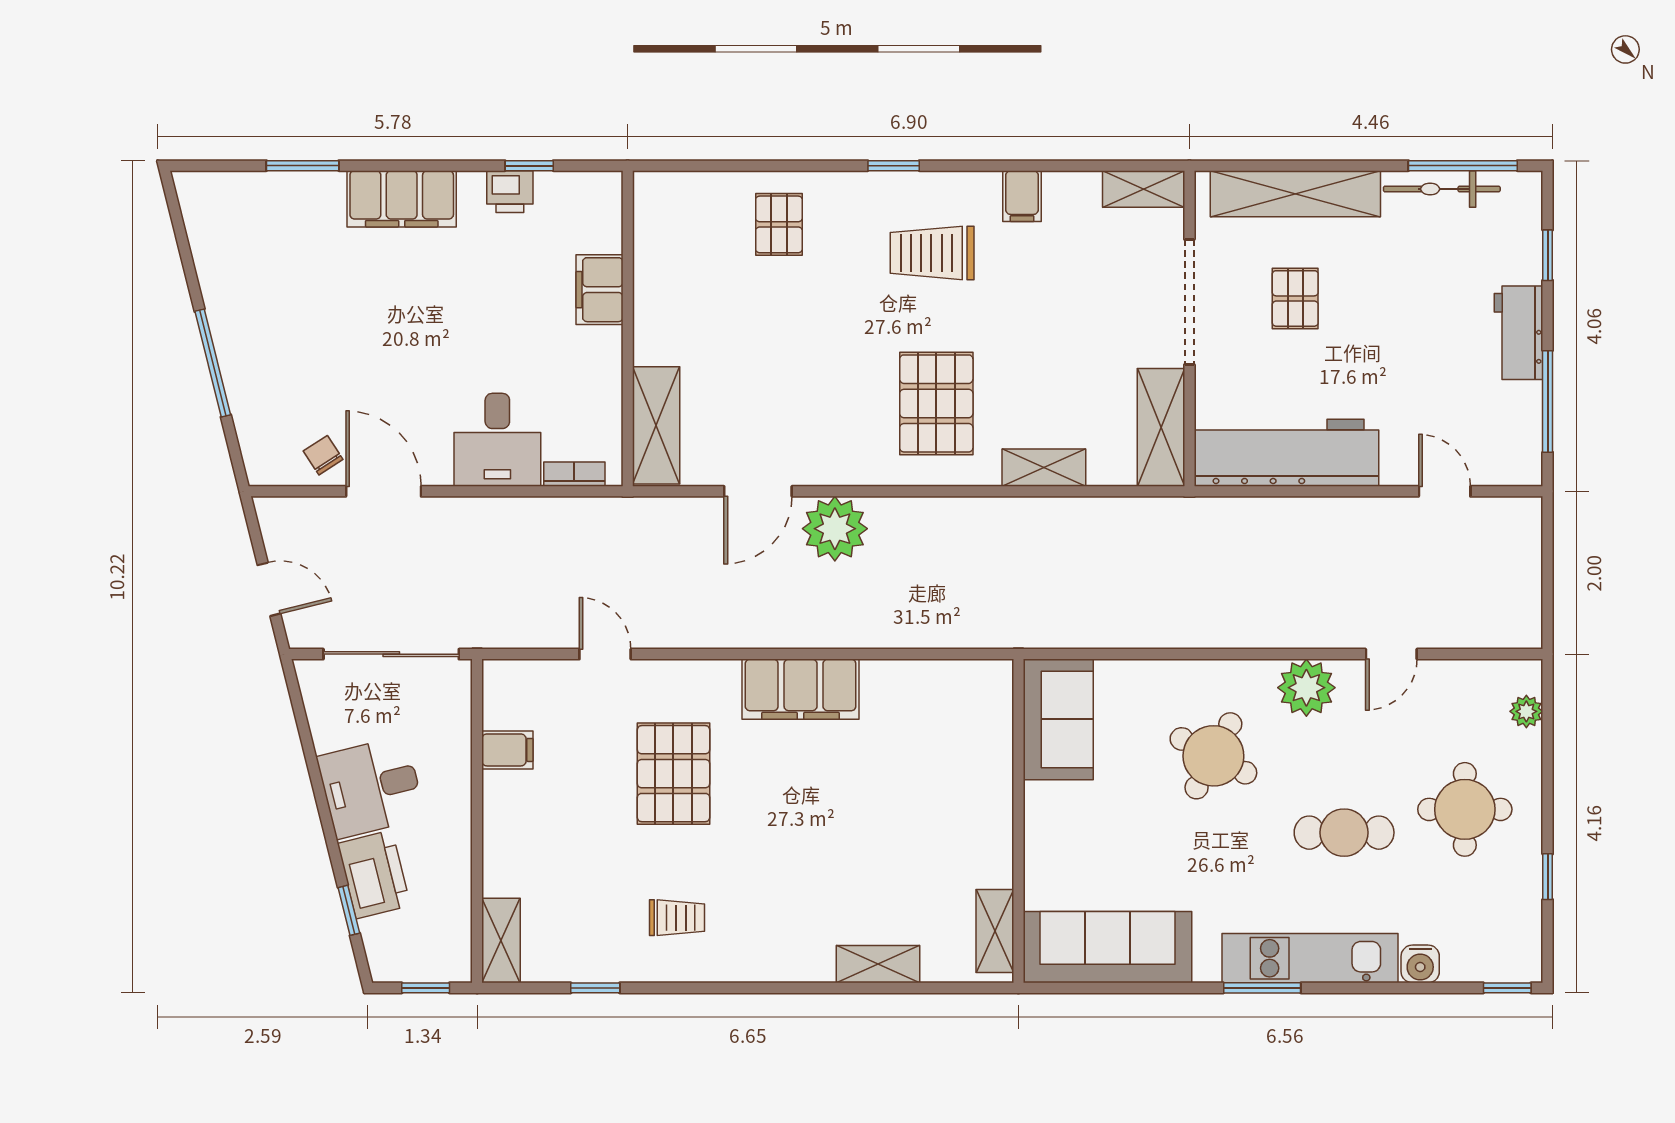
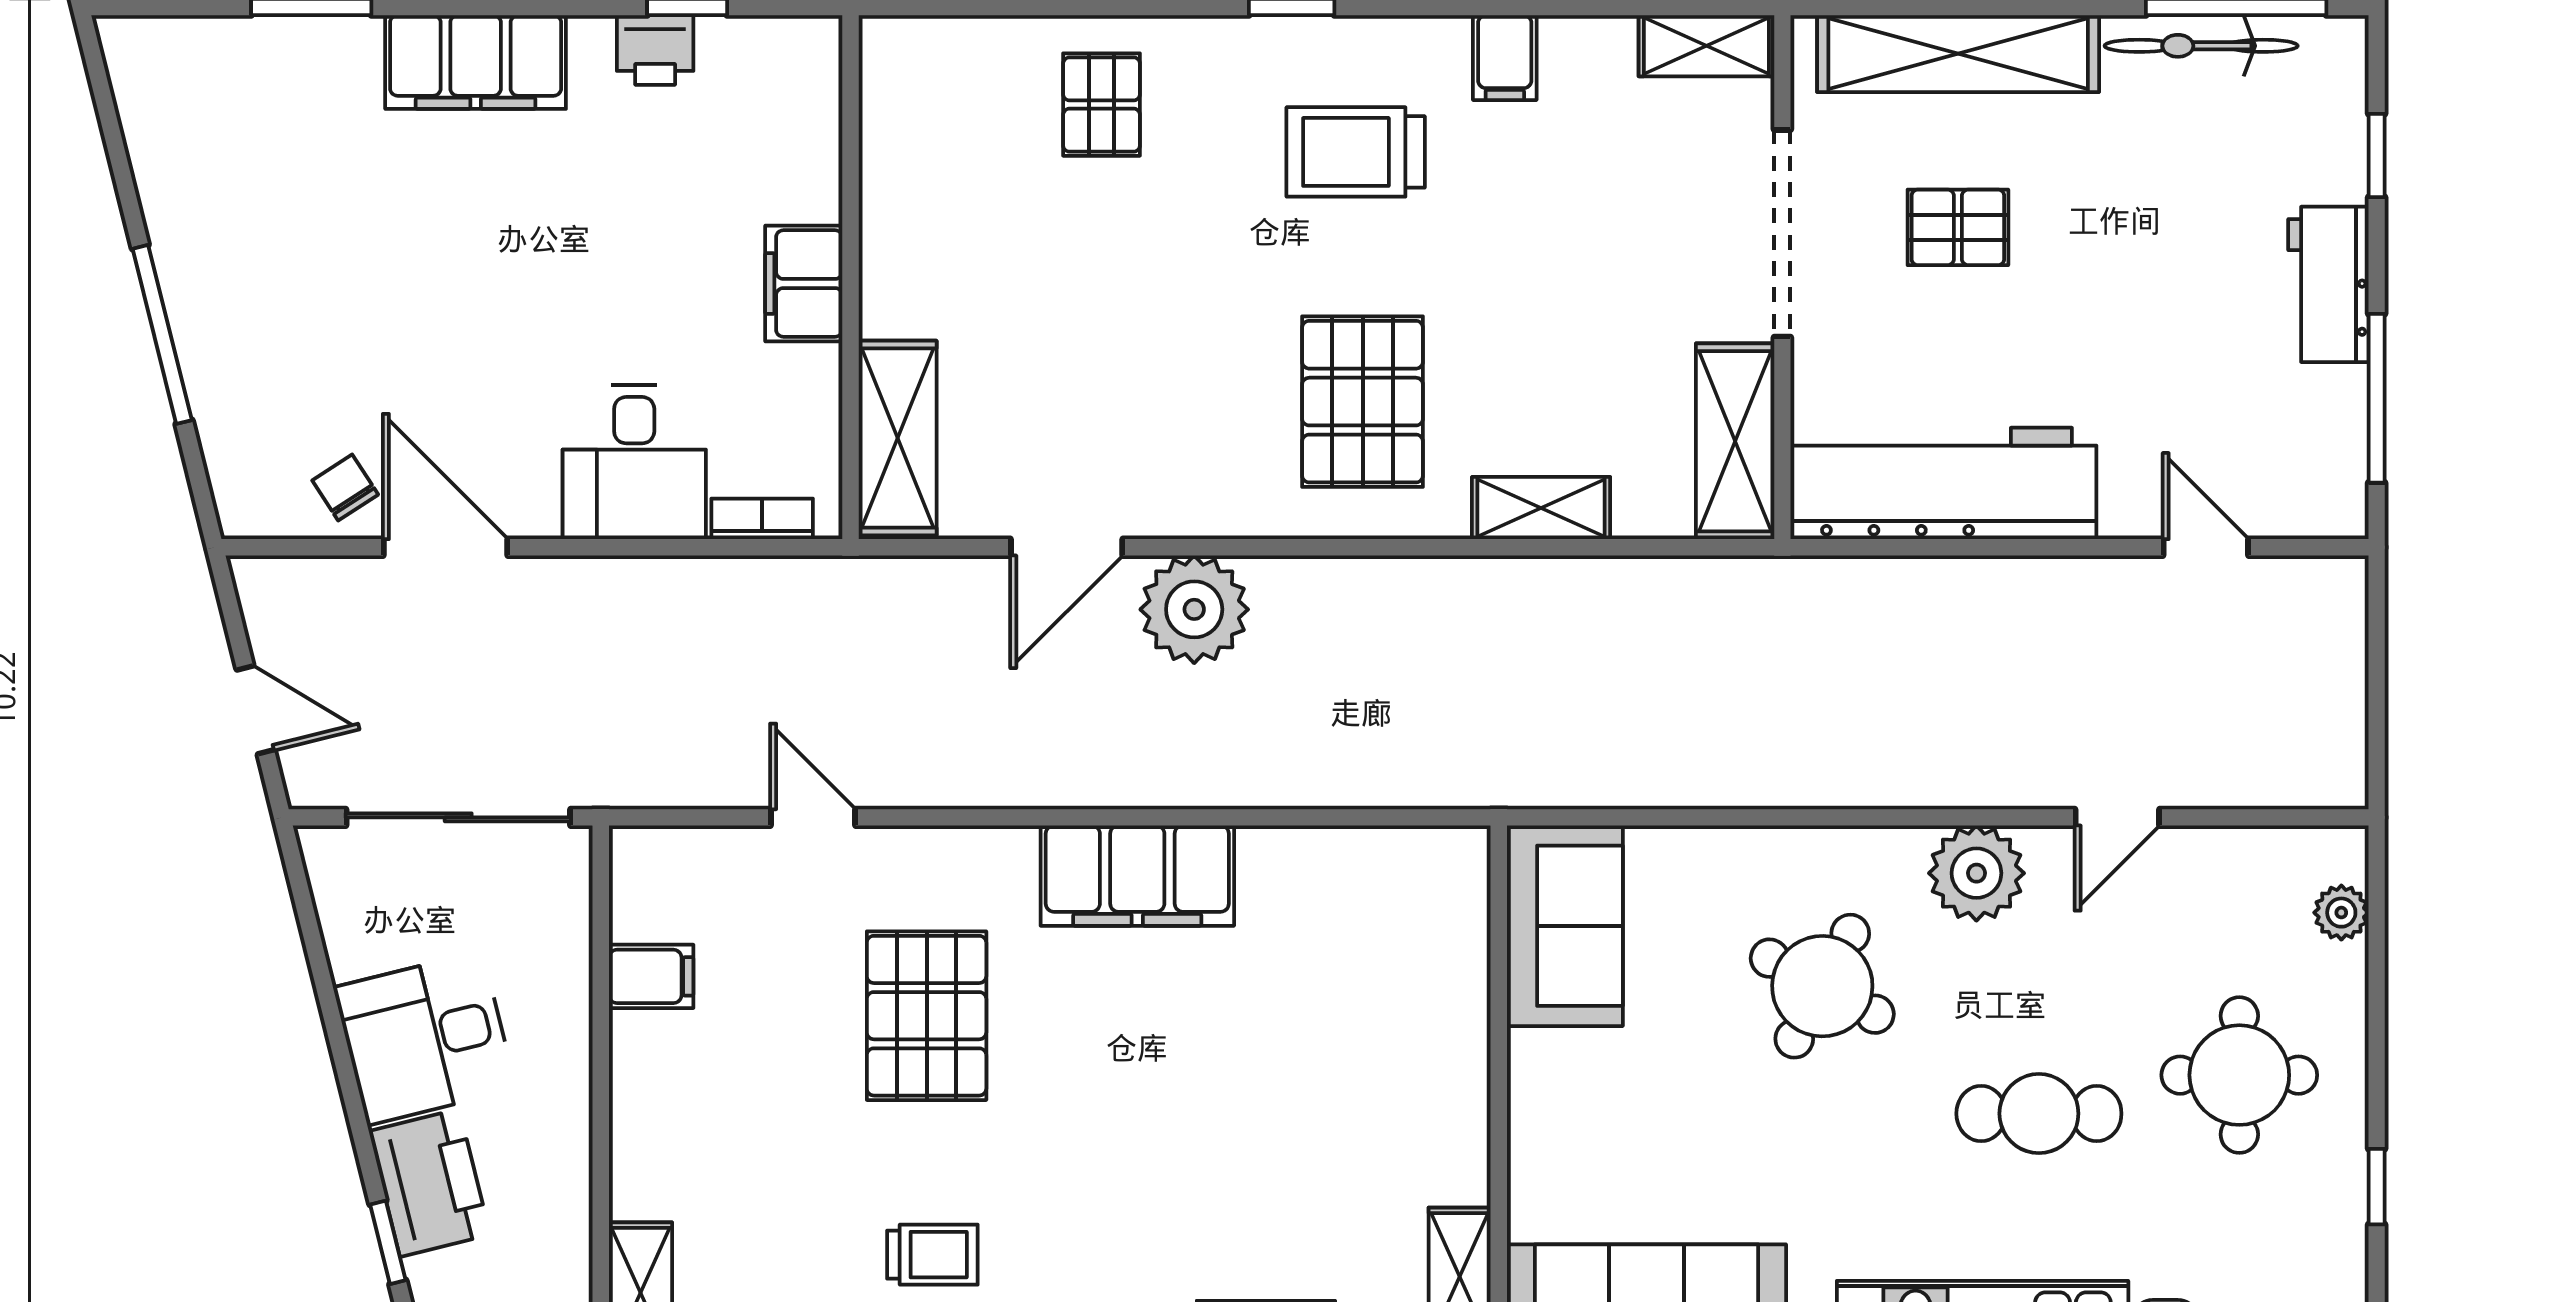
filing cabinet: (600, 290) -> (804, 283), moved
pallet: (1295, 298) -> (1958, 227), turned 90

